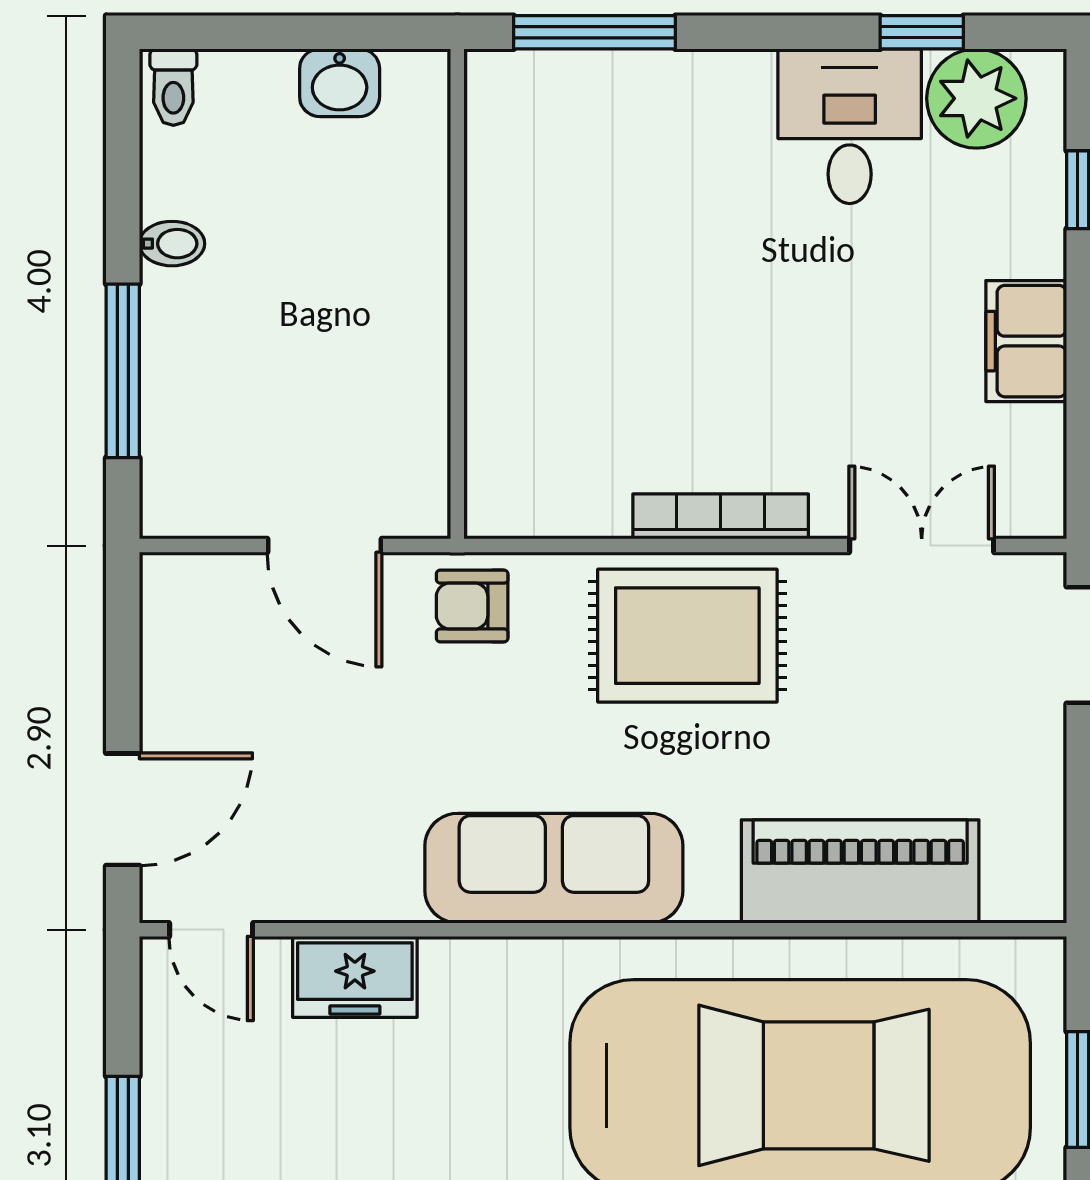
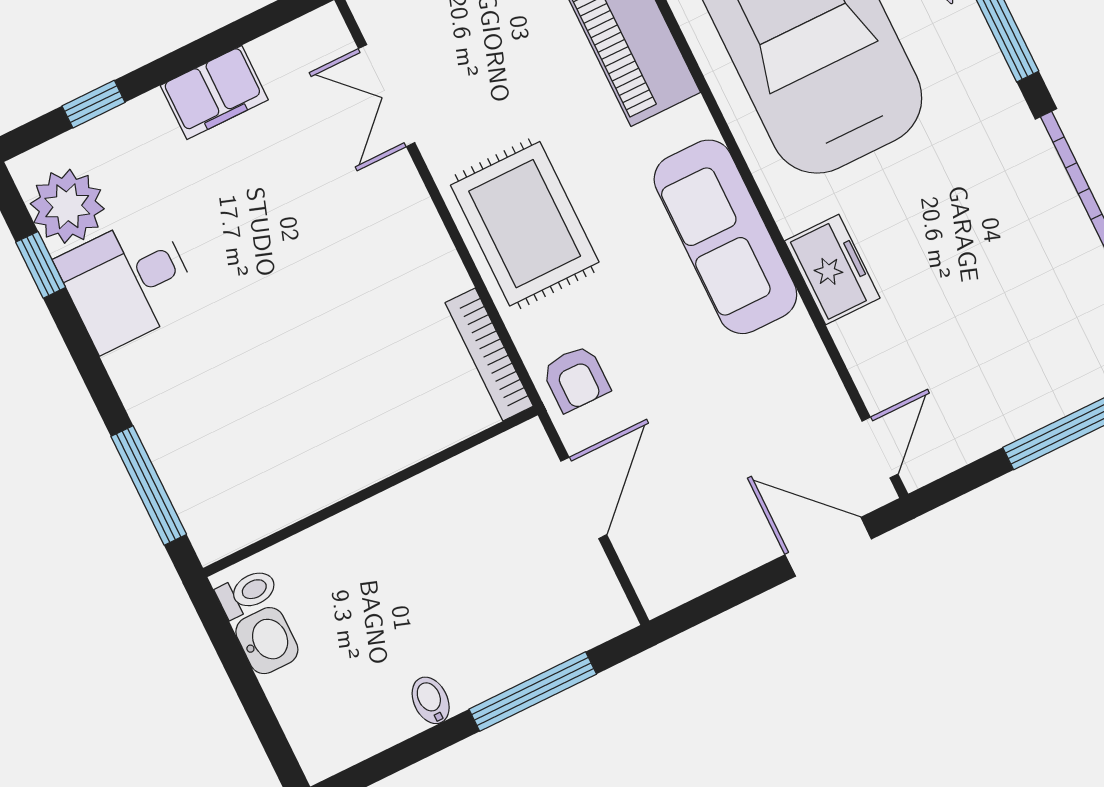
toilet: (173, 87) -> (247, 593), moved
bookcase: (721, 516) -> (489, 354), moved
freezer: (355, 977) -> (832, 270), moved

